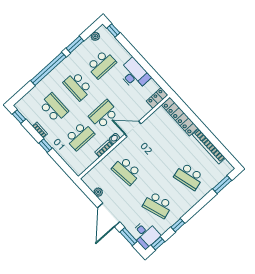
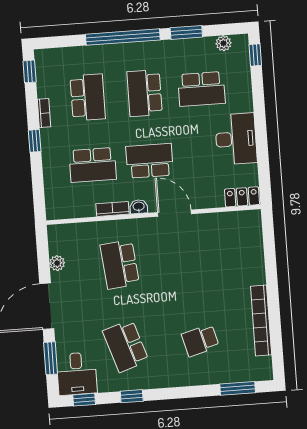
locker: (180, 117) -> (253, 247), removed
school desk: (189, 176) -> (200, 340), width x0.54

